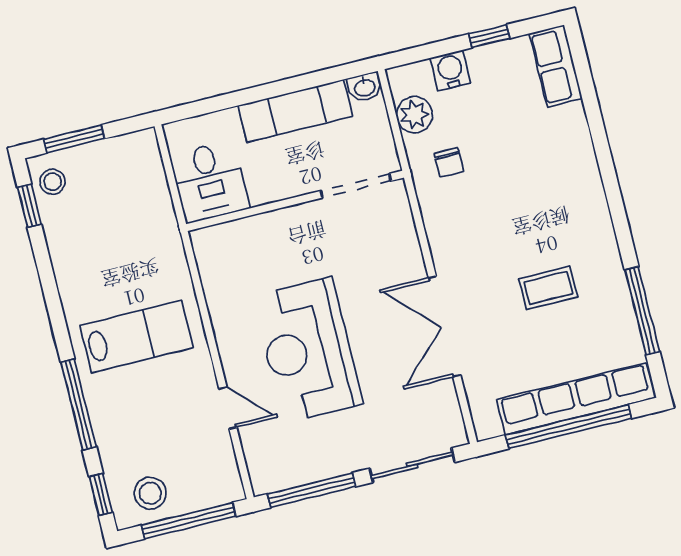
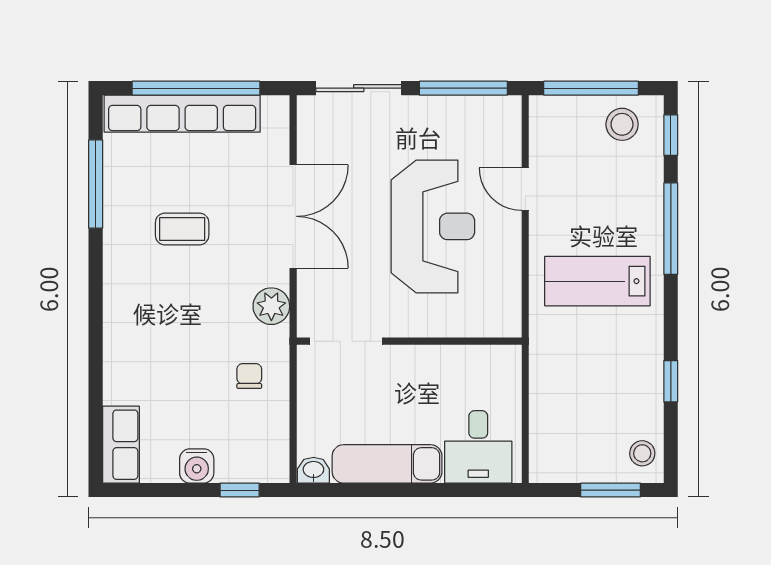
window: (489, 36) -> (240, 490), moved
water cooler: (450, 70) -> (197, 466), moved
plant: (414, 115) -> (271, 306), moved
desk: (210, 182) -> (478, 447), moved, turned 180
doorway: (356, 186) -> (346, 341), moved
wall: (295, 201) -> (409, 341), moved
window: (29, 206) -> (671, 381), moved

